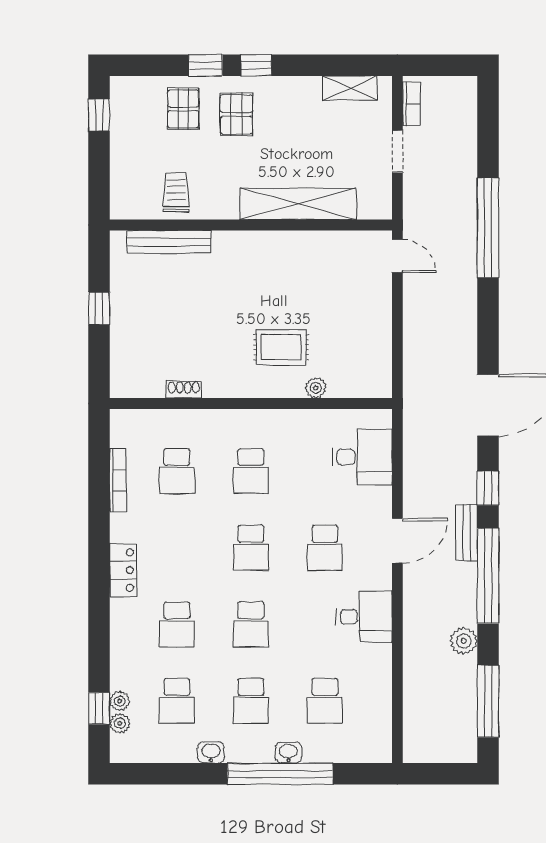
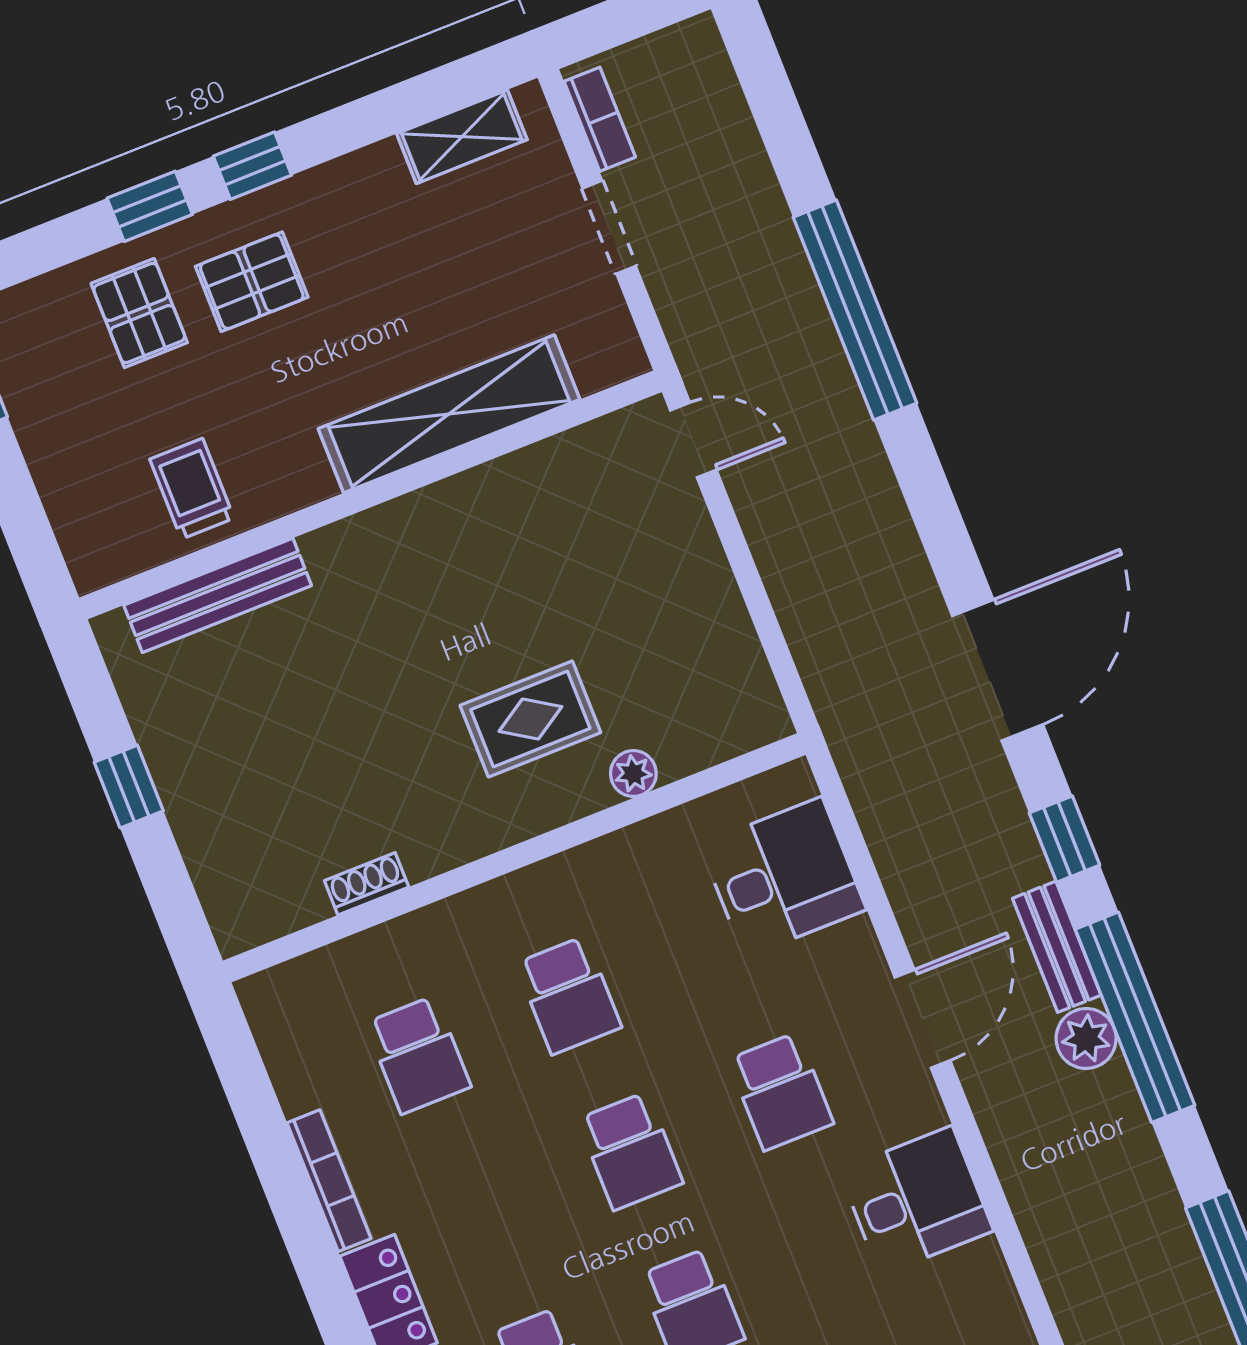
pallet: (236, 114) -> (252, 282), turned 90
bookcase: (118, 480) -> (329, 1181), moved
plant: (464, 641) -> (1086, 1038), moved

